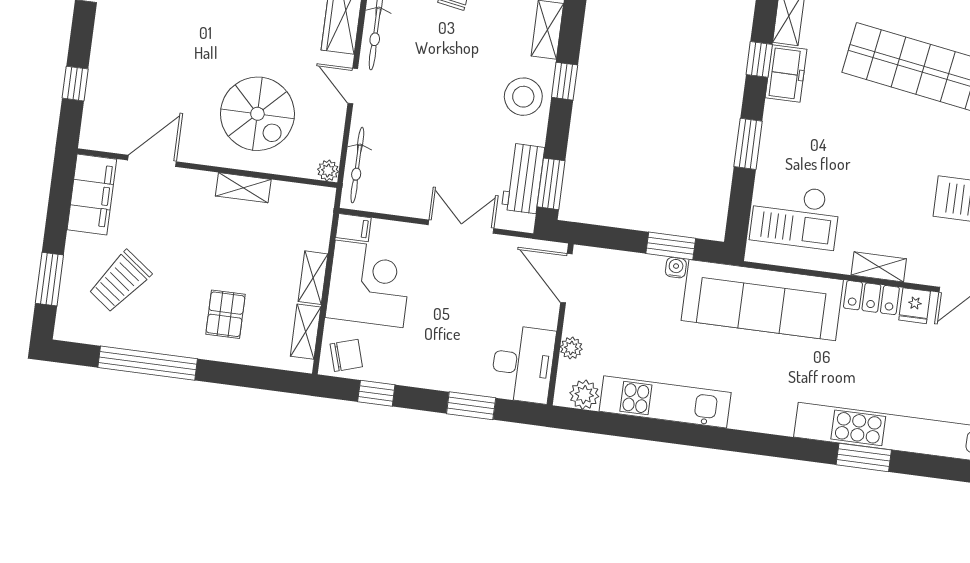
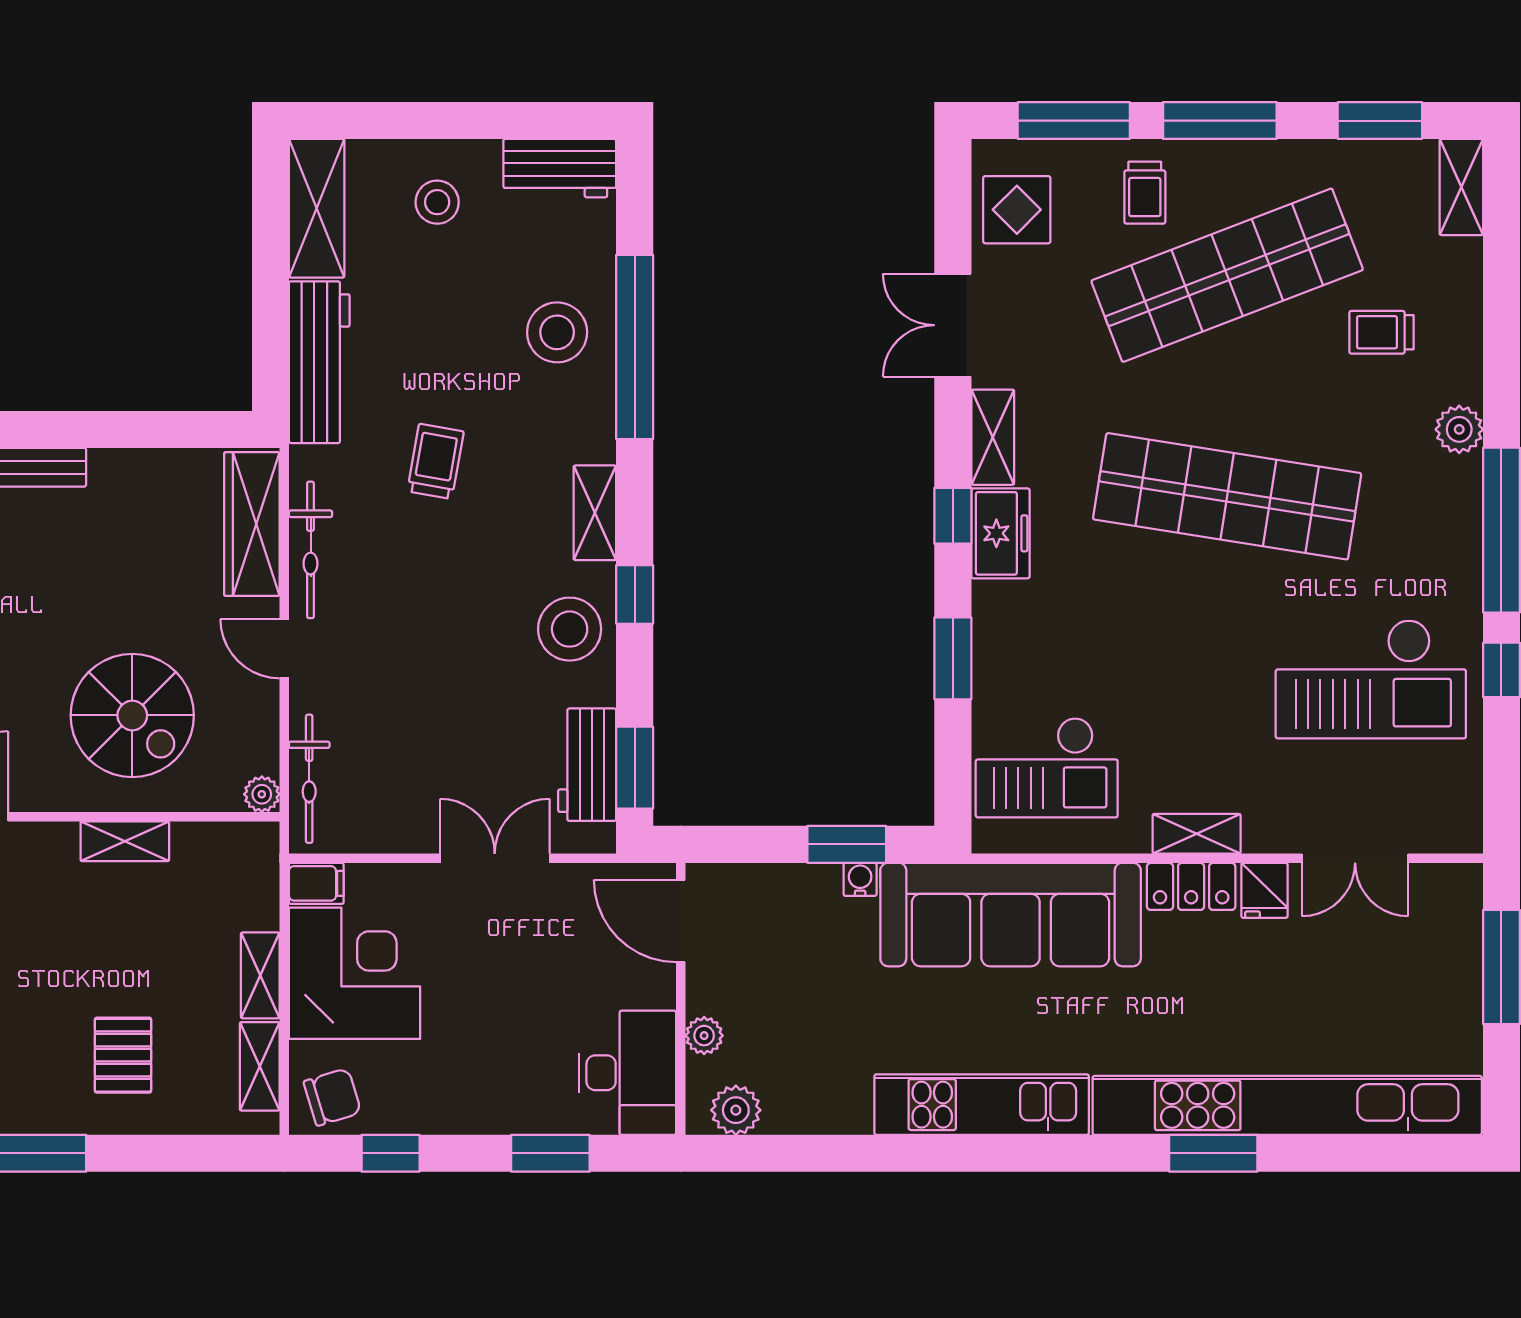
kitchen unit: (665, 402) -> (982, 1105), moved

